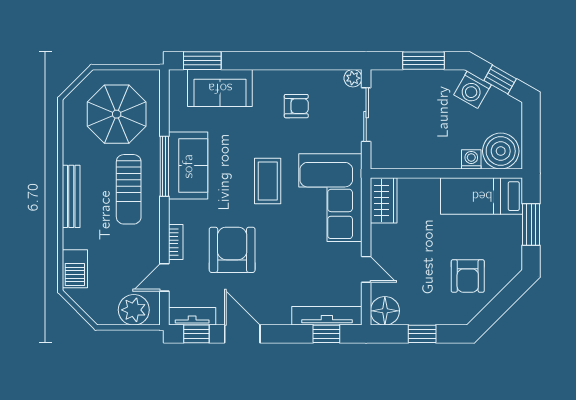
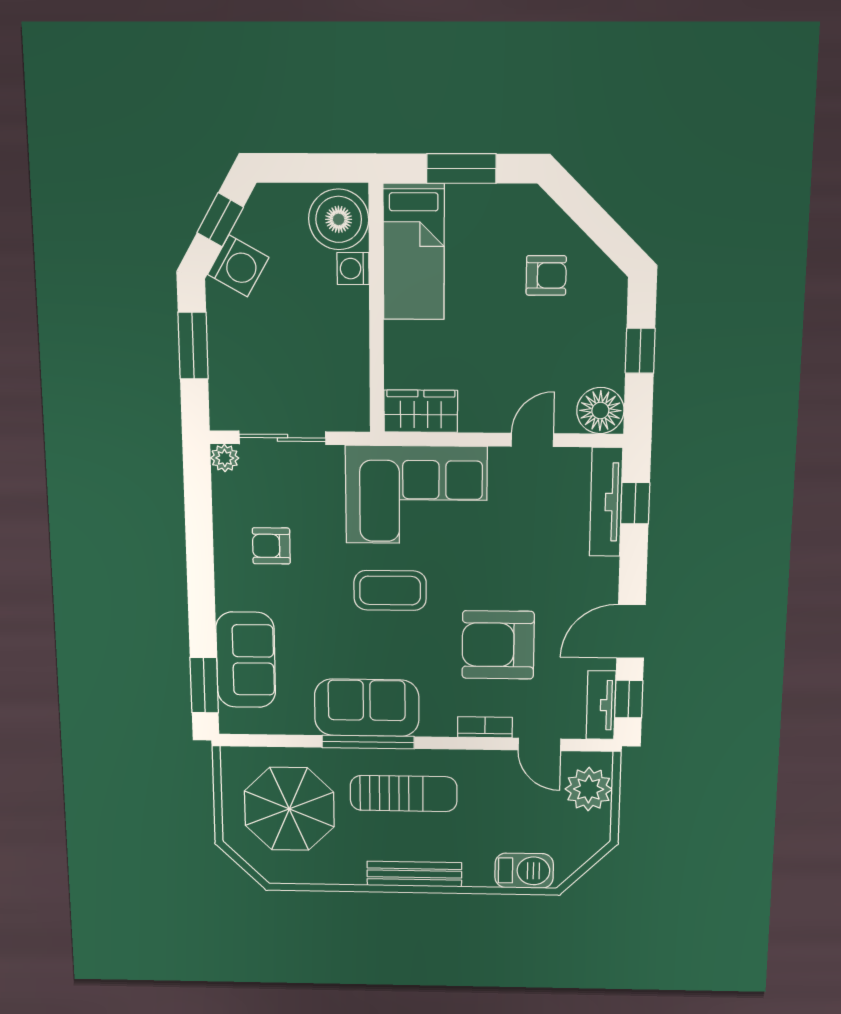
armchair: (296, 106) -> (271, 546), turned -90
armchair: (468, 276) -> (546, 275), width x0.72, depth x0.72

